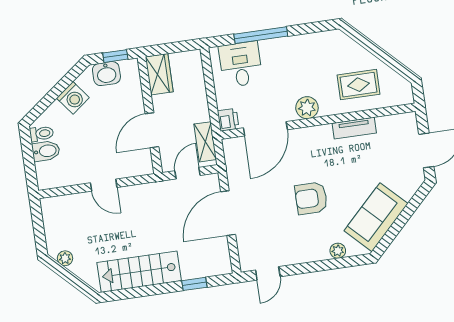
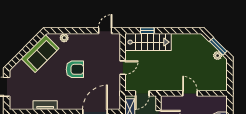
door: (228, 213) -> (123, 68), width x0.53
stairs: (139, 272) -> (148, 42), moved
window: (66, 275) -> (218, 46), added

